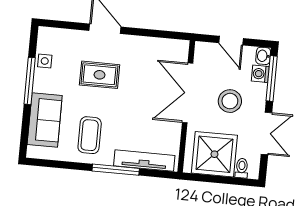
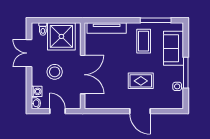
window: (272, 79) -> (29, 89), removed
window: (116, 170) -> (156, 20), moved

